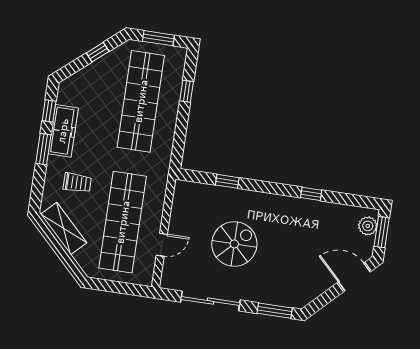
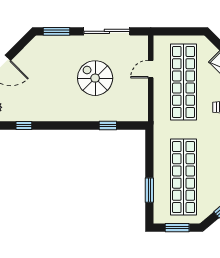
window: (187, 91) -> (149, 190), width x1.50
window: (311, 194) -> (24, 125), moved
spiral stairs: (234, 244) -> (95, 78), turned 90

